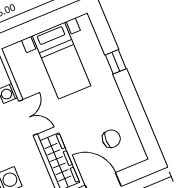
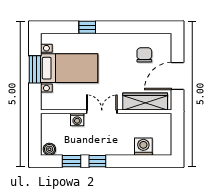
window: (44, 23) -> (35, 69), added

